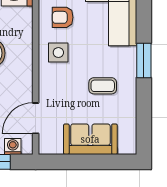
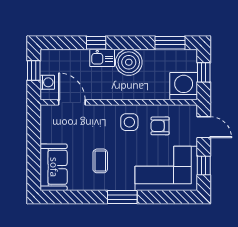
armchair: (63, 17) -> (160, 126), turned -90
sofa: (90, 139) -> (54, 167), moved

